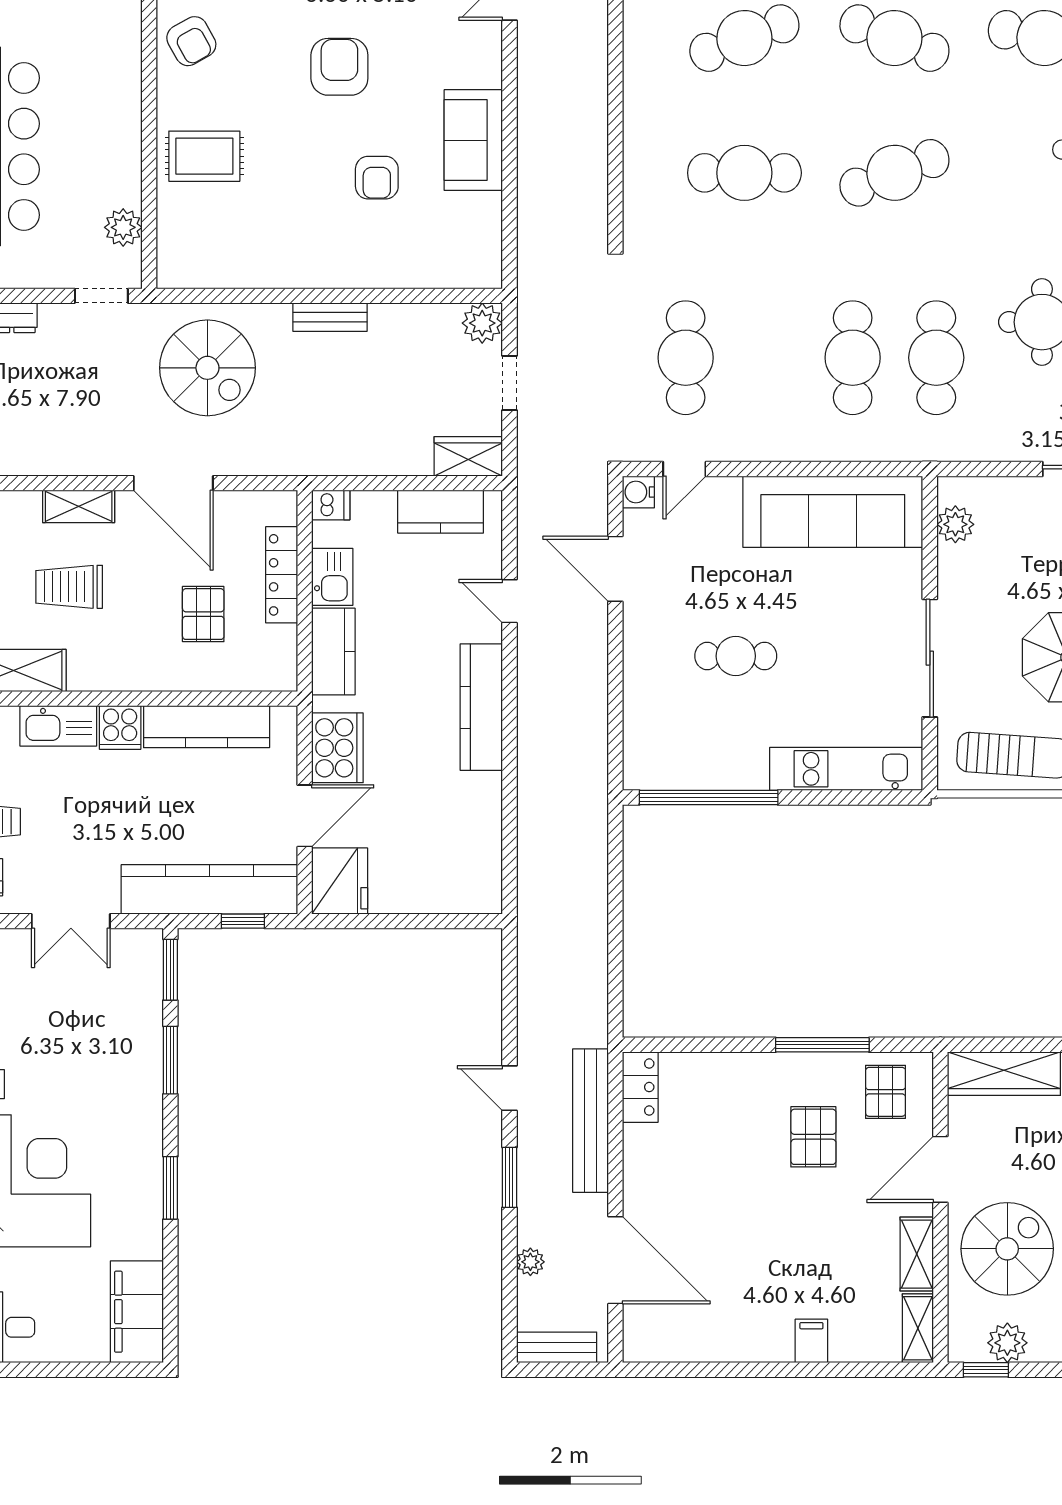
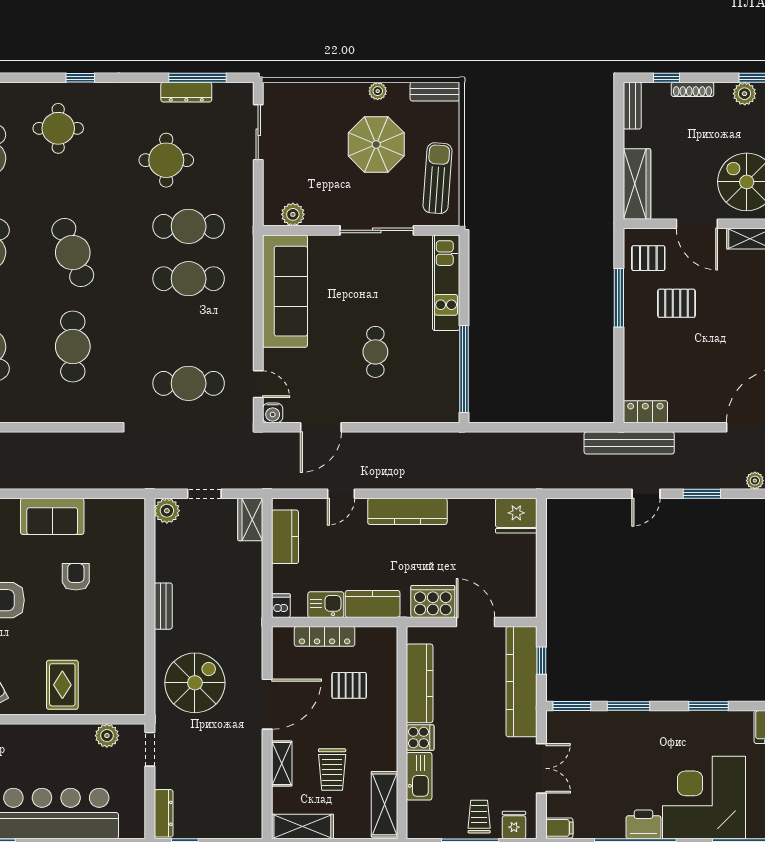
armchair: (377, 178) -> (76, 577), turned -90
fridge: (340, 881) -> (516, 516), moved, turned 180
bench: (590, 1121) -> (629, 443), moved

